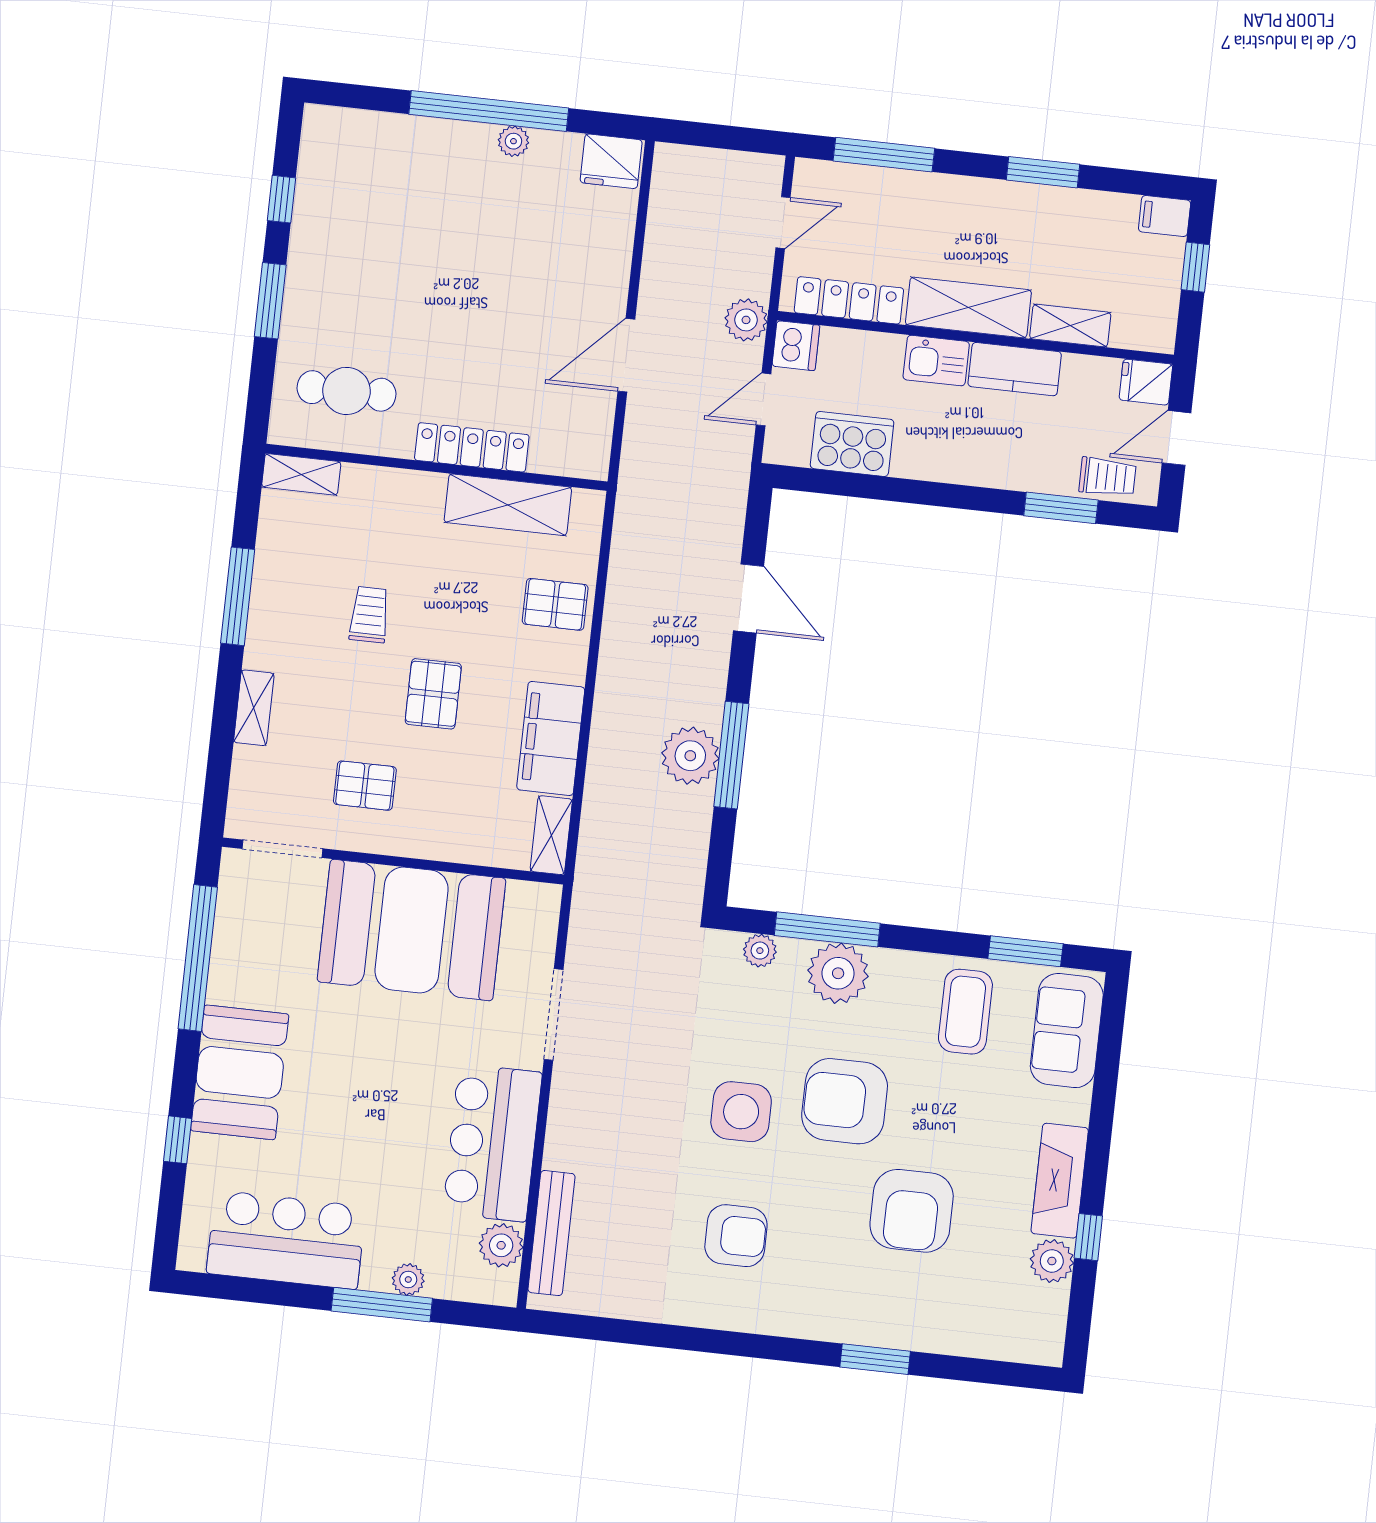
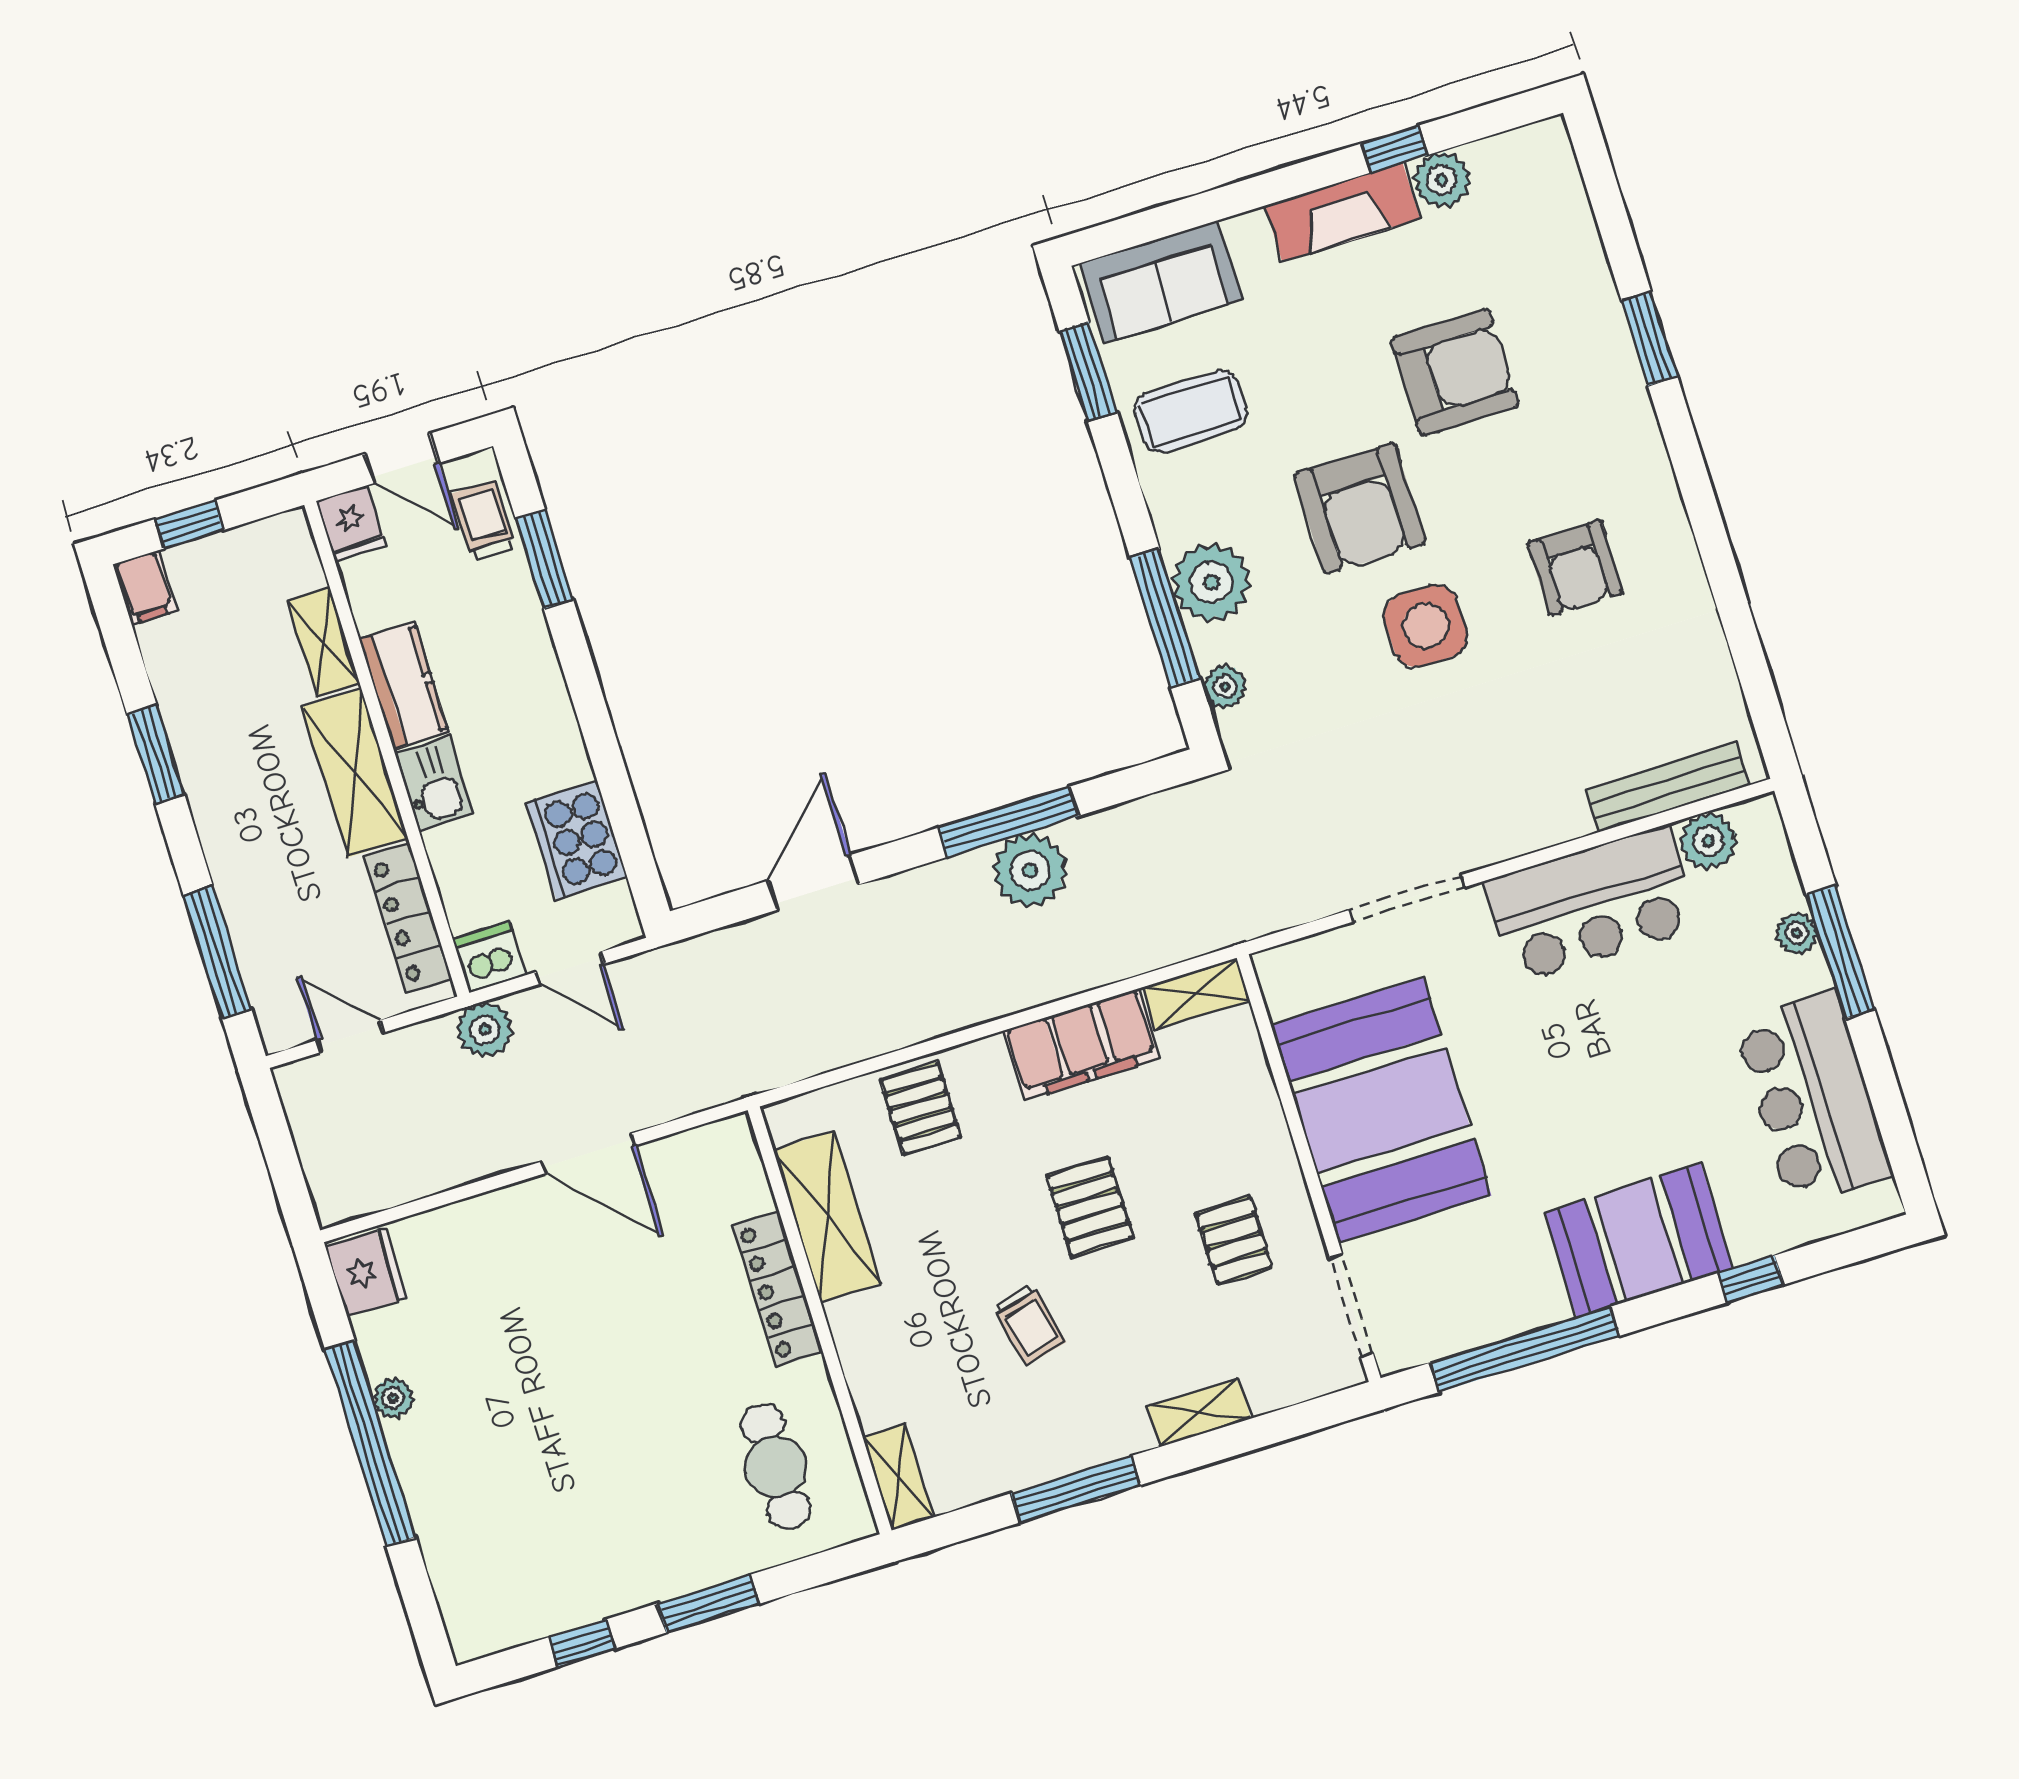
trolley: (369, 615) -> (1029, 1324), turned -103
pallet: (433, 694) -> (1090, 1207), turned 90
armchair: (736, 1236) -> (1575, 568), turned 180

